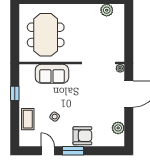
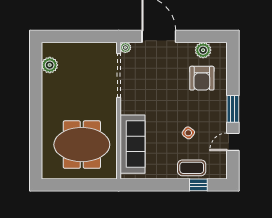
sofa: (52, 74) -> (132, 144), width x1.36
window: (15, 93) -> (198, 185), moved
armchair: (82, 136) -> (202, 78), moved, turned 180

